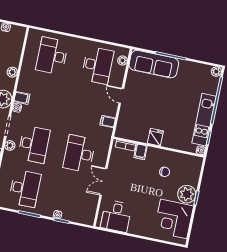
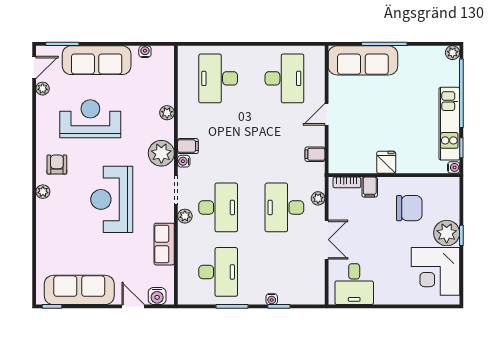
plant: (123, 60) -> (318, 198), moved
door: (121, 96) -> (327, 114), hinge flipped
chair: (165, 172) -> (409, 208), width x1.87, depth x1.87
double door: (104, 182) -> (327, 240), swing flipped

